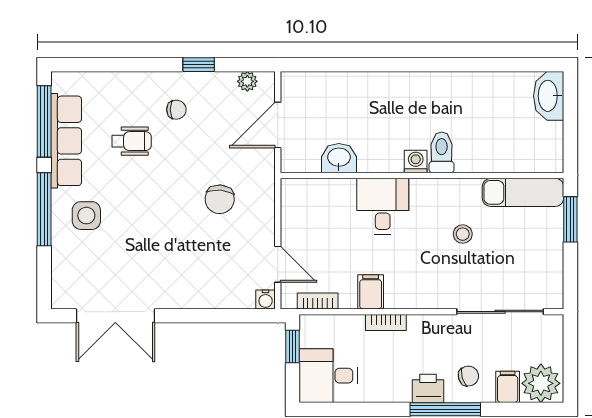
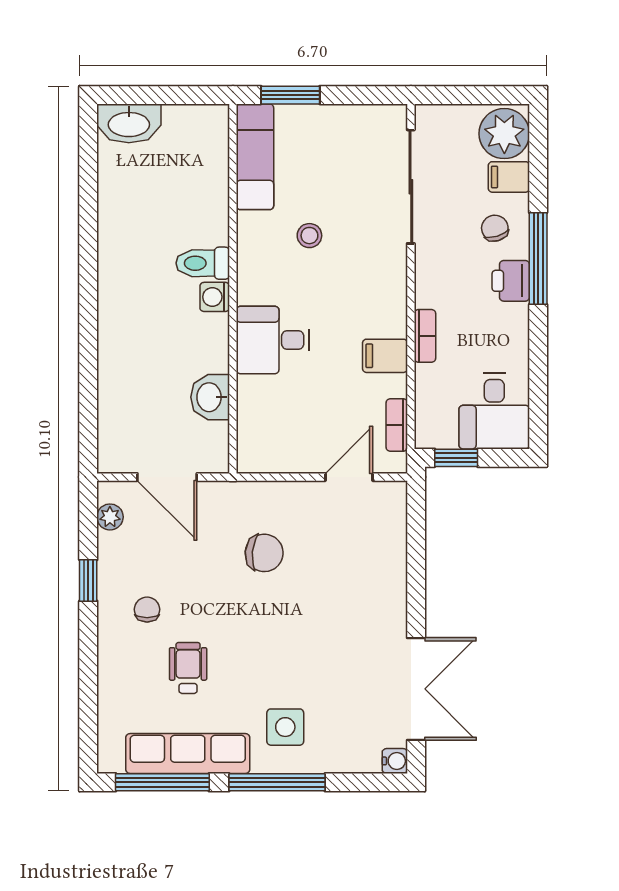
water cooler: (266, 299) -> (395, 761), moved

